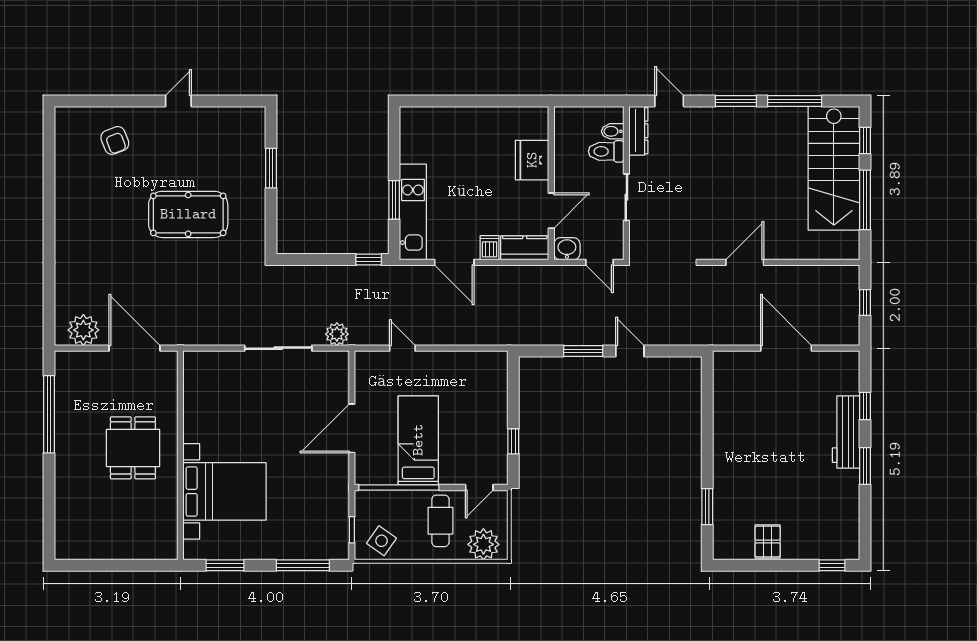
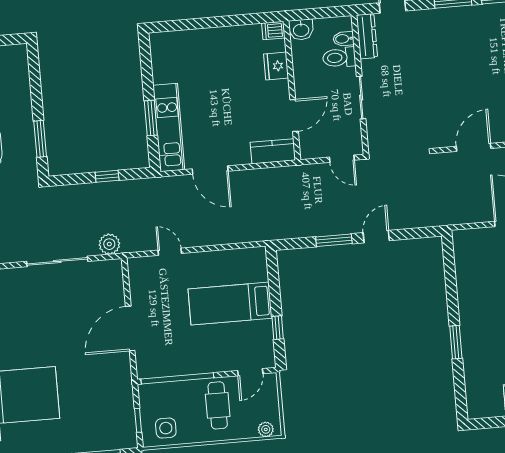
fridge: (532, 160) -> (276, 66), width x0.73, depth x0.75
window: (271, 168) -> (40, 139), moved
dishwasher: (490, 248) -> (273, 31), moved, turned -90
washbasin: (567, 249) -> (301, 30), moved, turned 180
window: (369, 260) -> (107, 176), moved
door: (630, 351) -> (376, 237), hinge flipped
bed: (418, 440) -> (230, 304), moved, turned -90
window: (707, 507) -> (456, 342), moved
side table: (381, 541) -> (166, 428), turned -35
plant: (483, 544) -> (266, 429), width x0.53, depth x0.53

